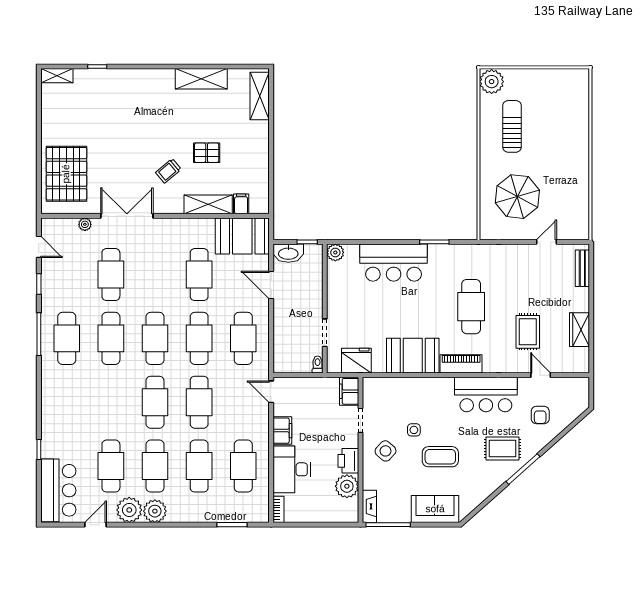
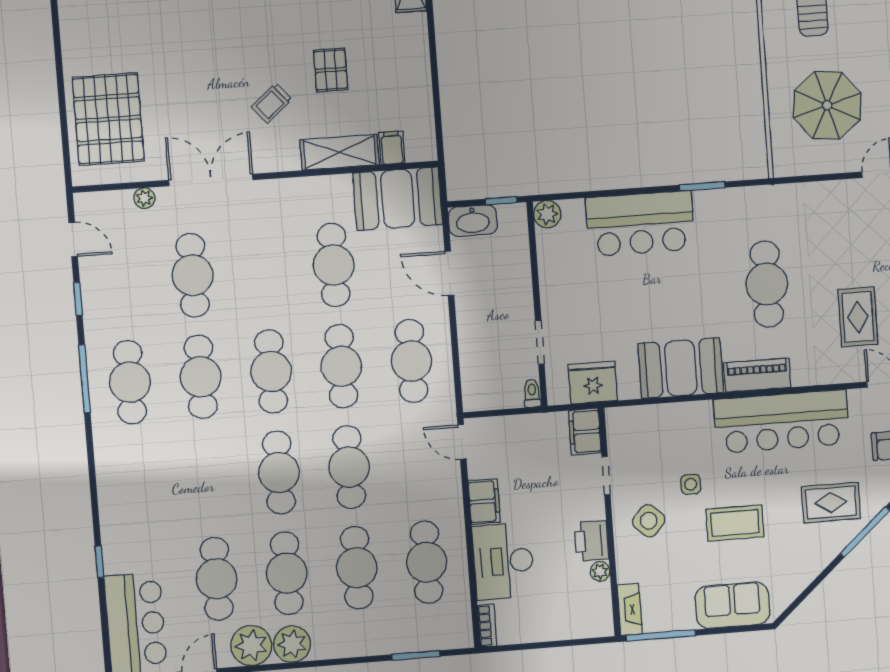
pallet: (207, 153) -> (331, 70), turned 90
bar counter: (486, 394) -> (782, 422), width x1.36
plant: (347, 486) -> (600, 571), width x0.53, depth x0.53

